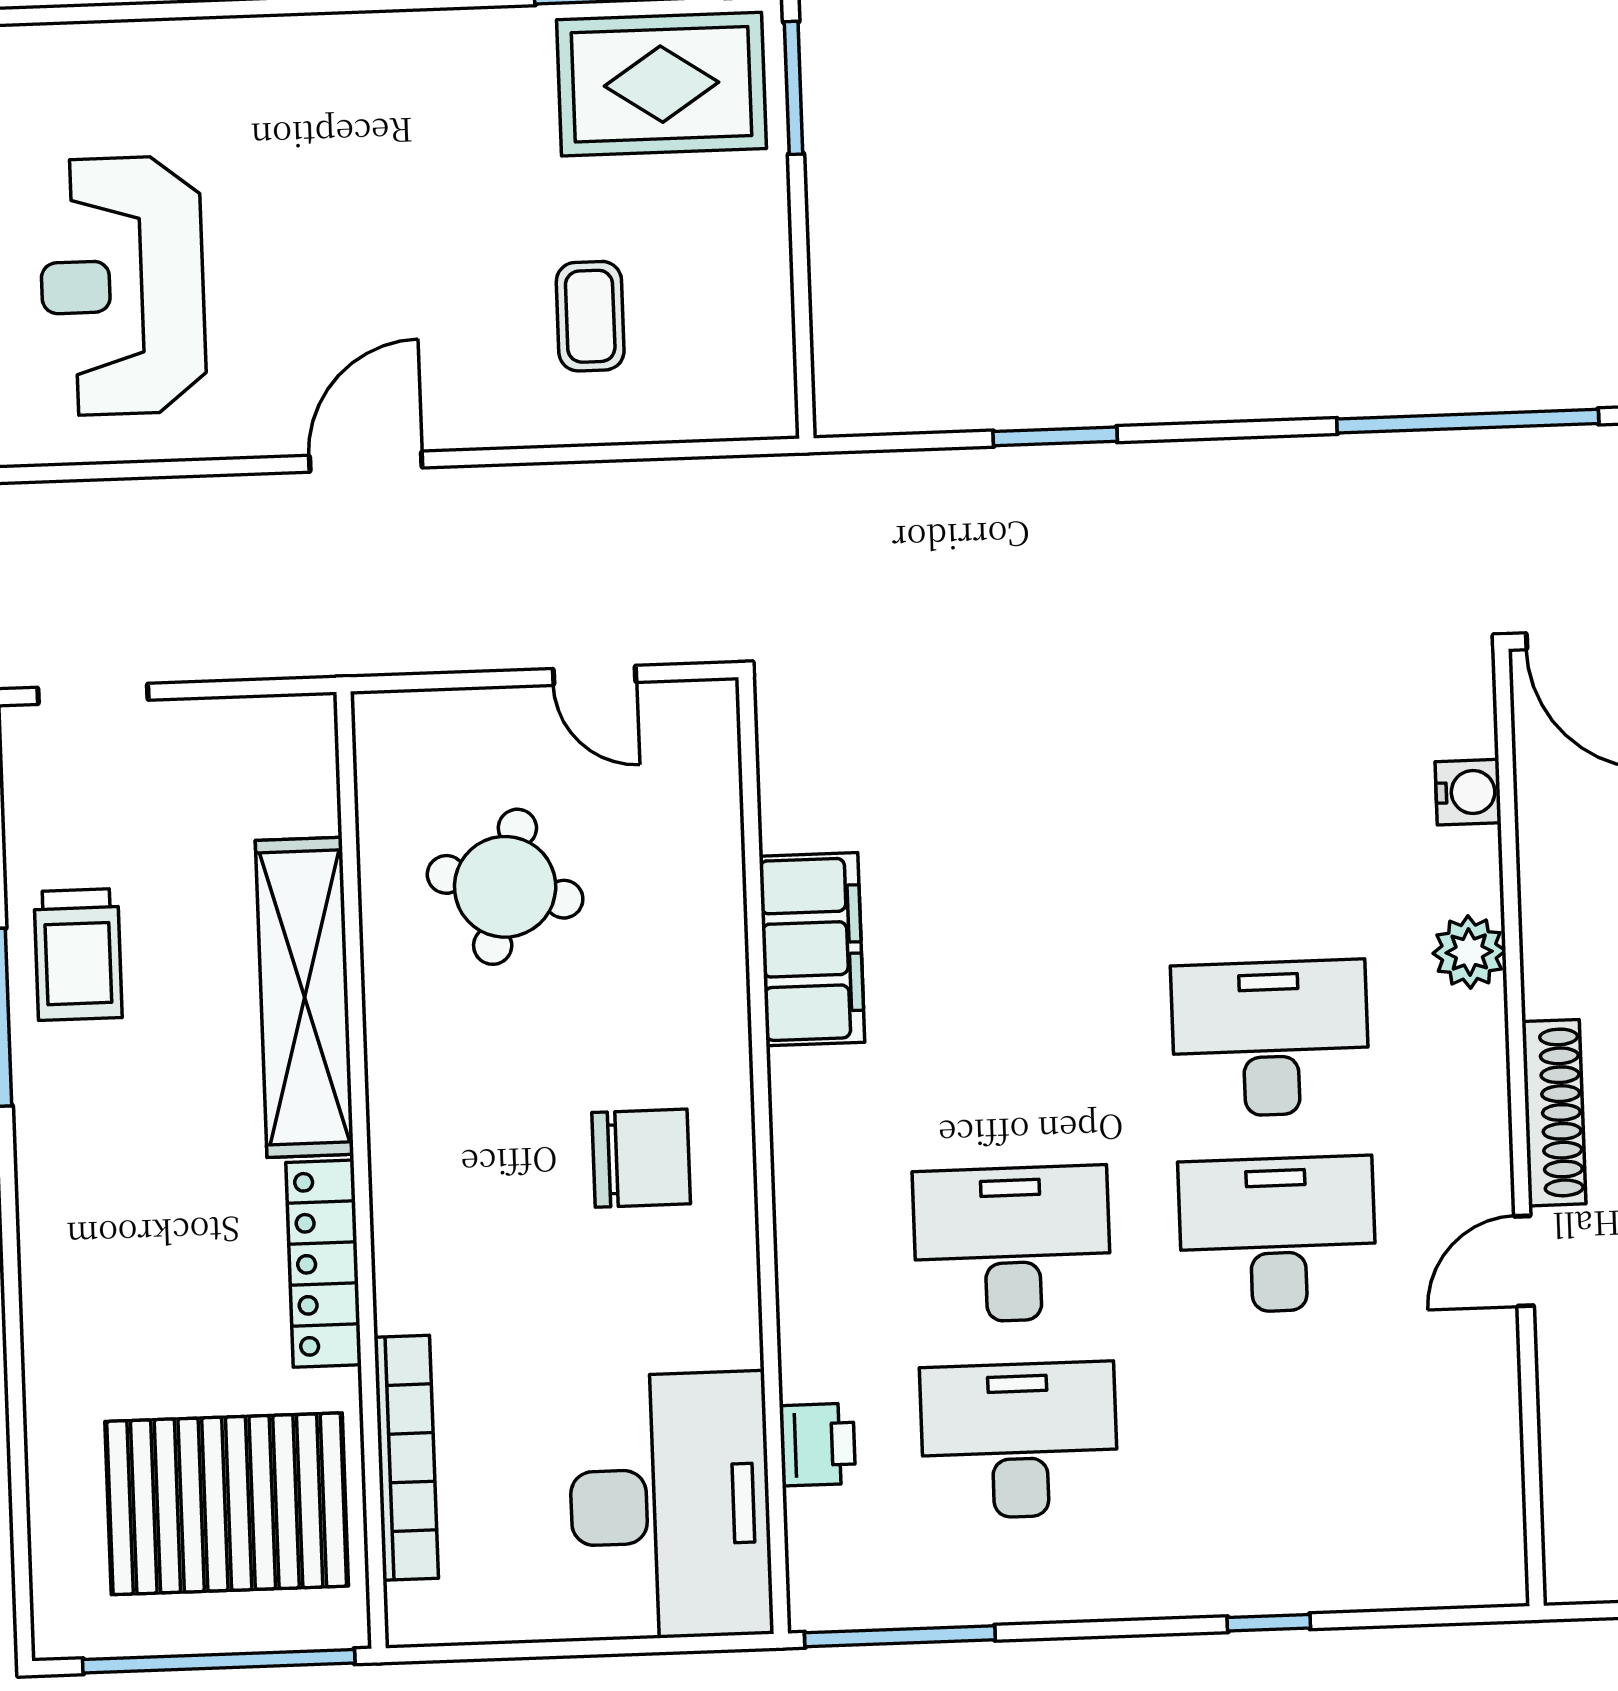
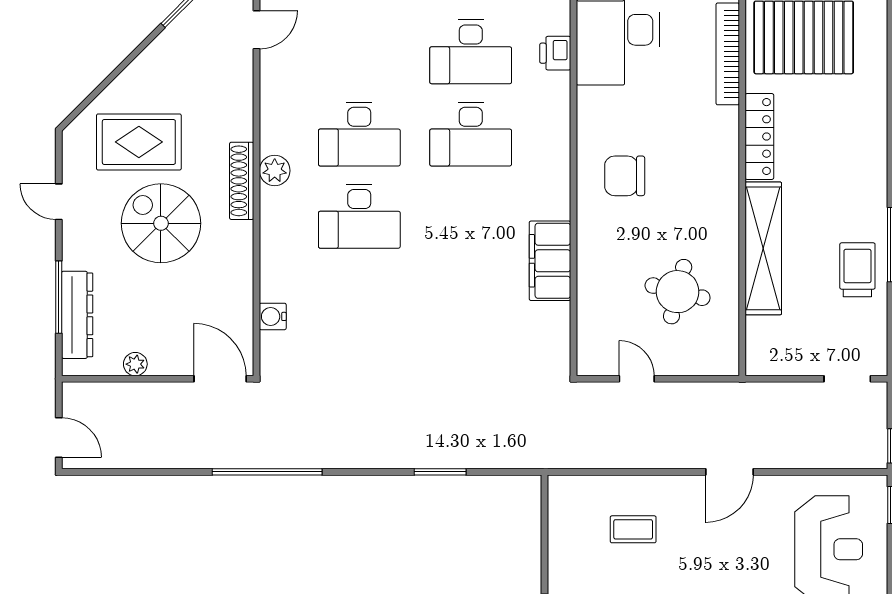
coffee table: (590, 316) -> (633, 529), turned 90
plant: (1469, 952) -> (275, 171), moved
door: (1524, 1261) -> (256, 30), moved

